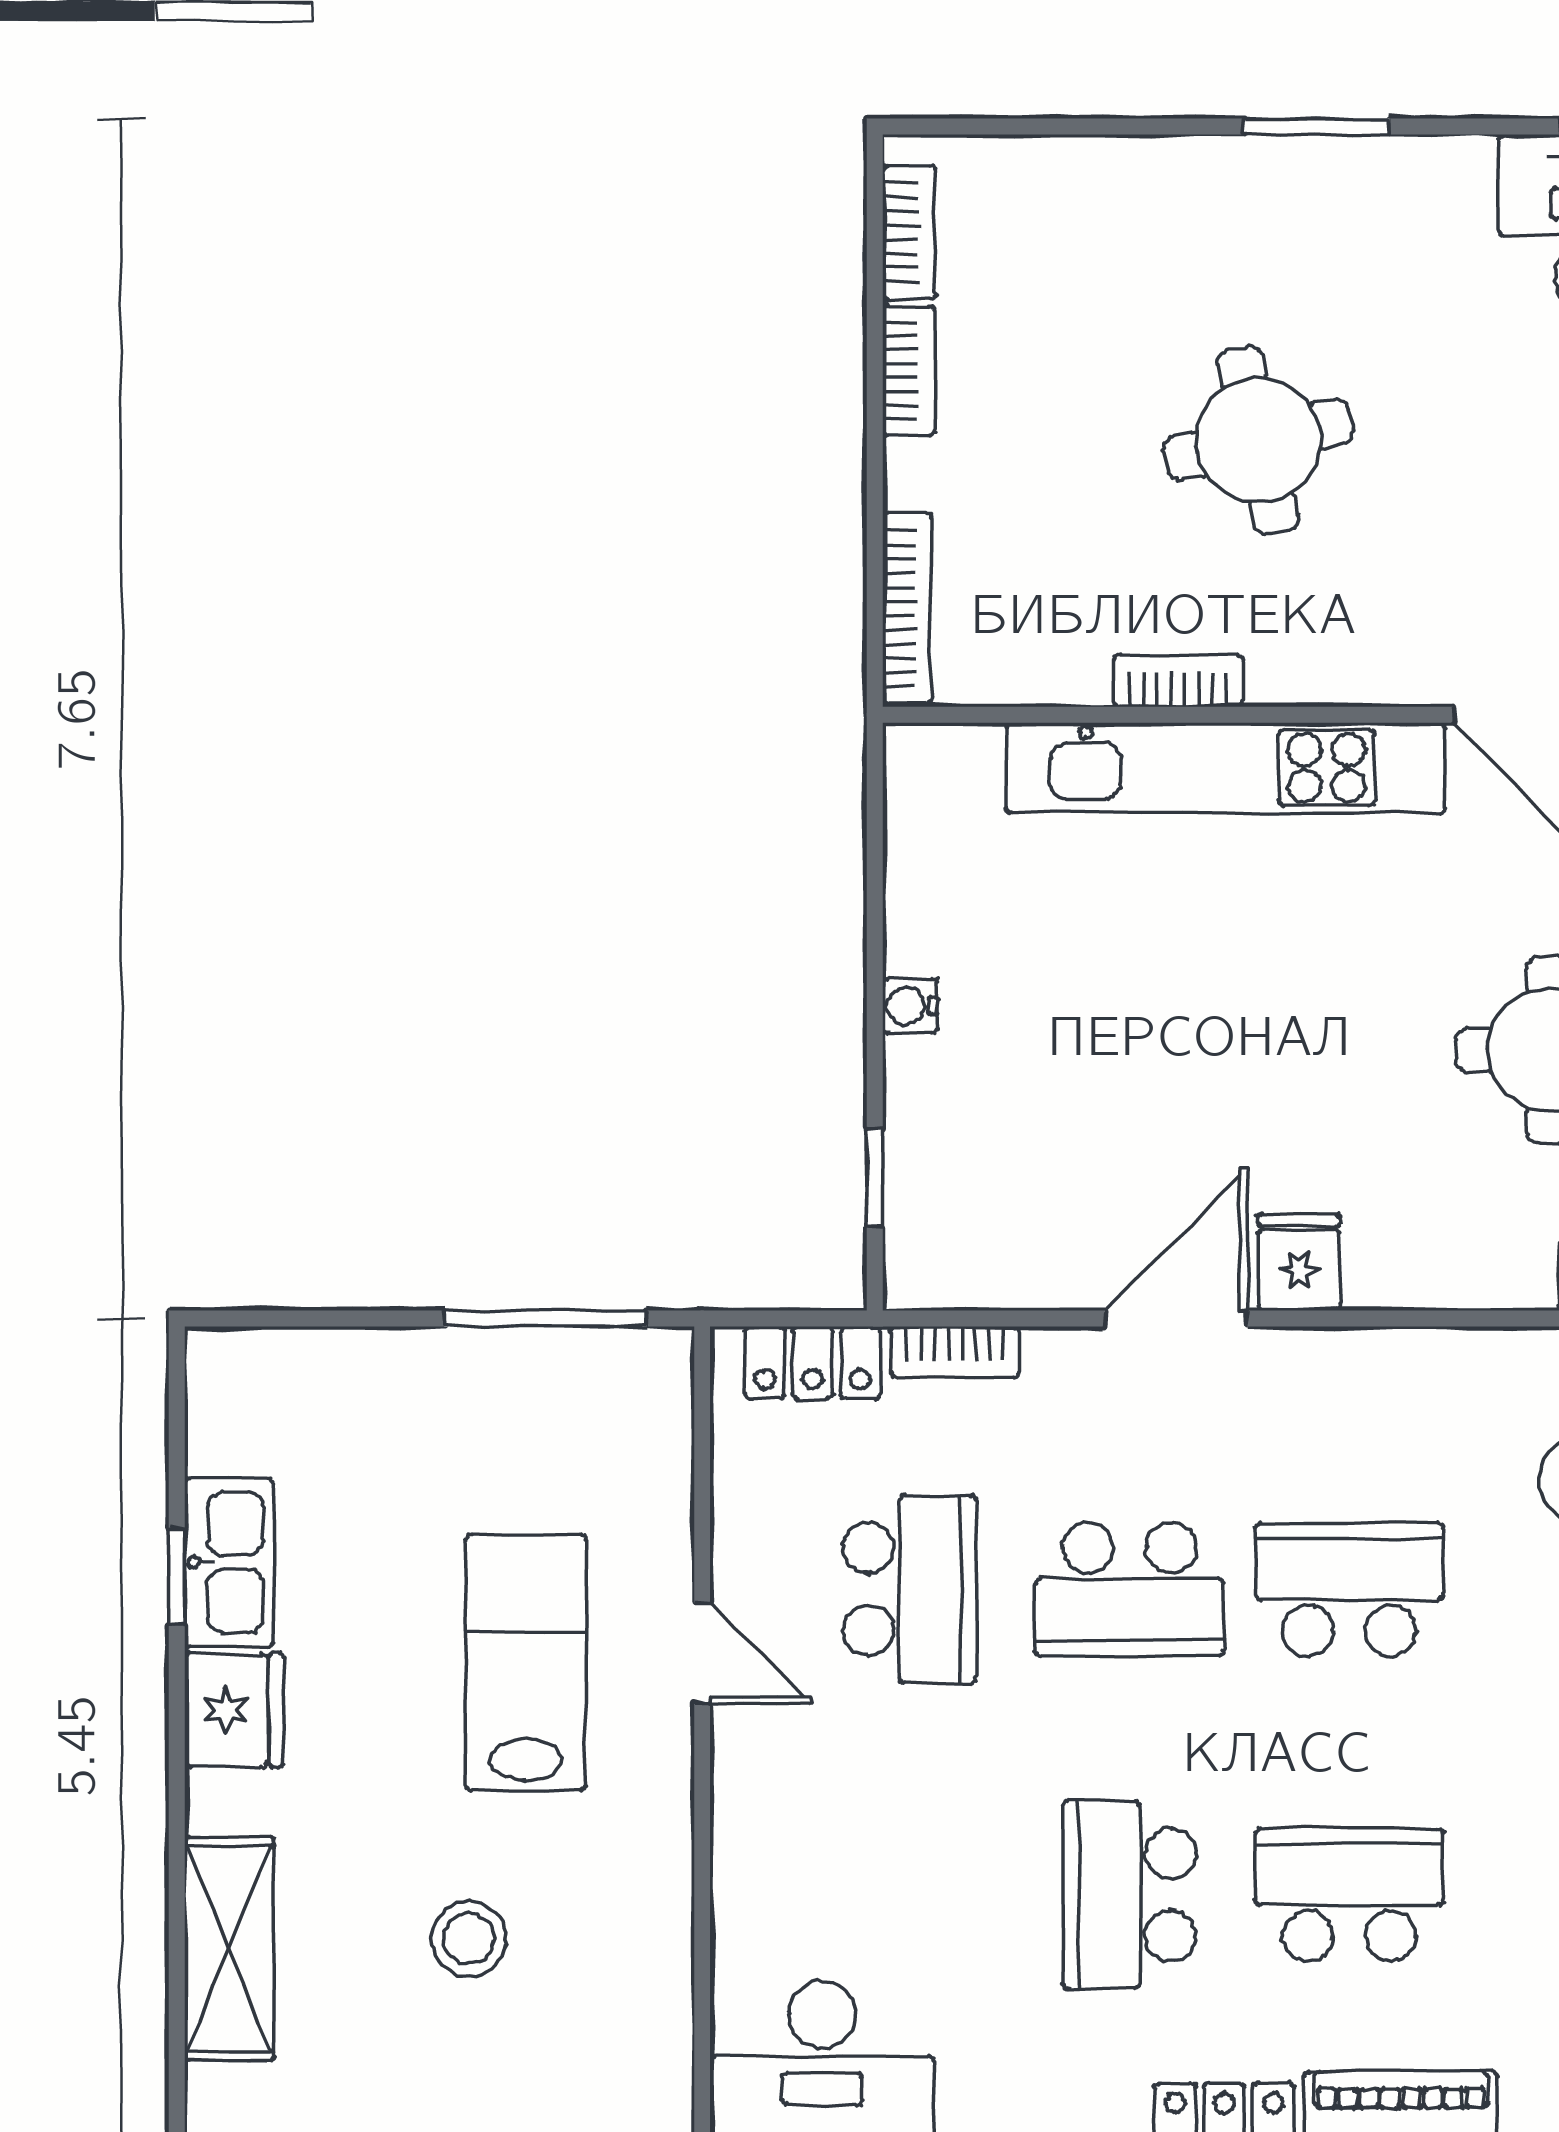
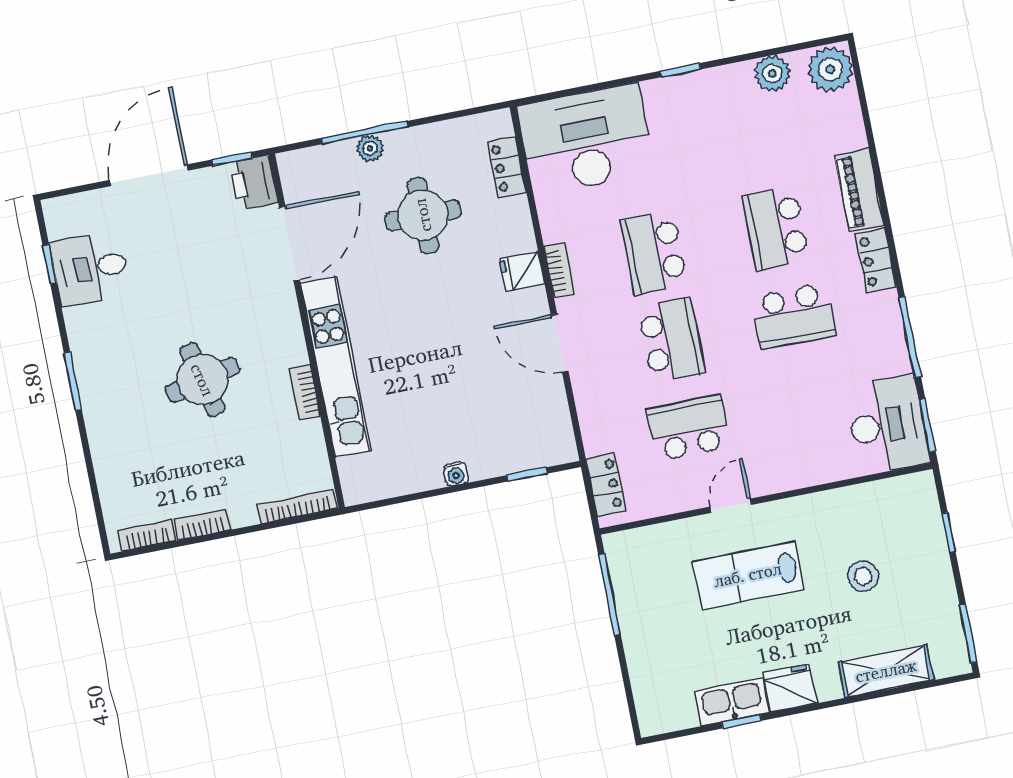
fridge: (1299, 1262) -> (522, 271), moved
bookcase: (955, 1352) -> (559, 270), moved

